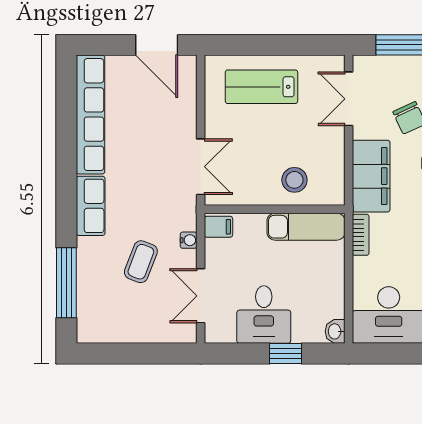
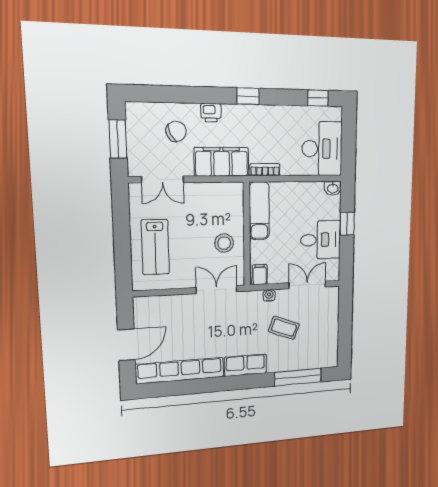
door: (157, 45) -> (126, 345), moved
stool: (294, 180) -> (224, 243), moved
double door: (201, 296) -> (307, 285), swing flipped

